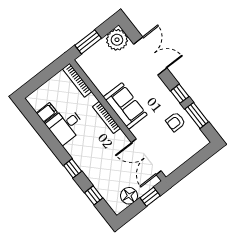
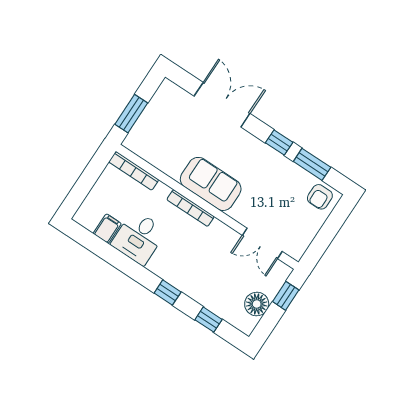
plant: (117, 40) -> (170, 98), removed
armchair: (176, 122) -> (320, 197), moved
double door: (146, 157) -> (262, 243), width x0.73

